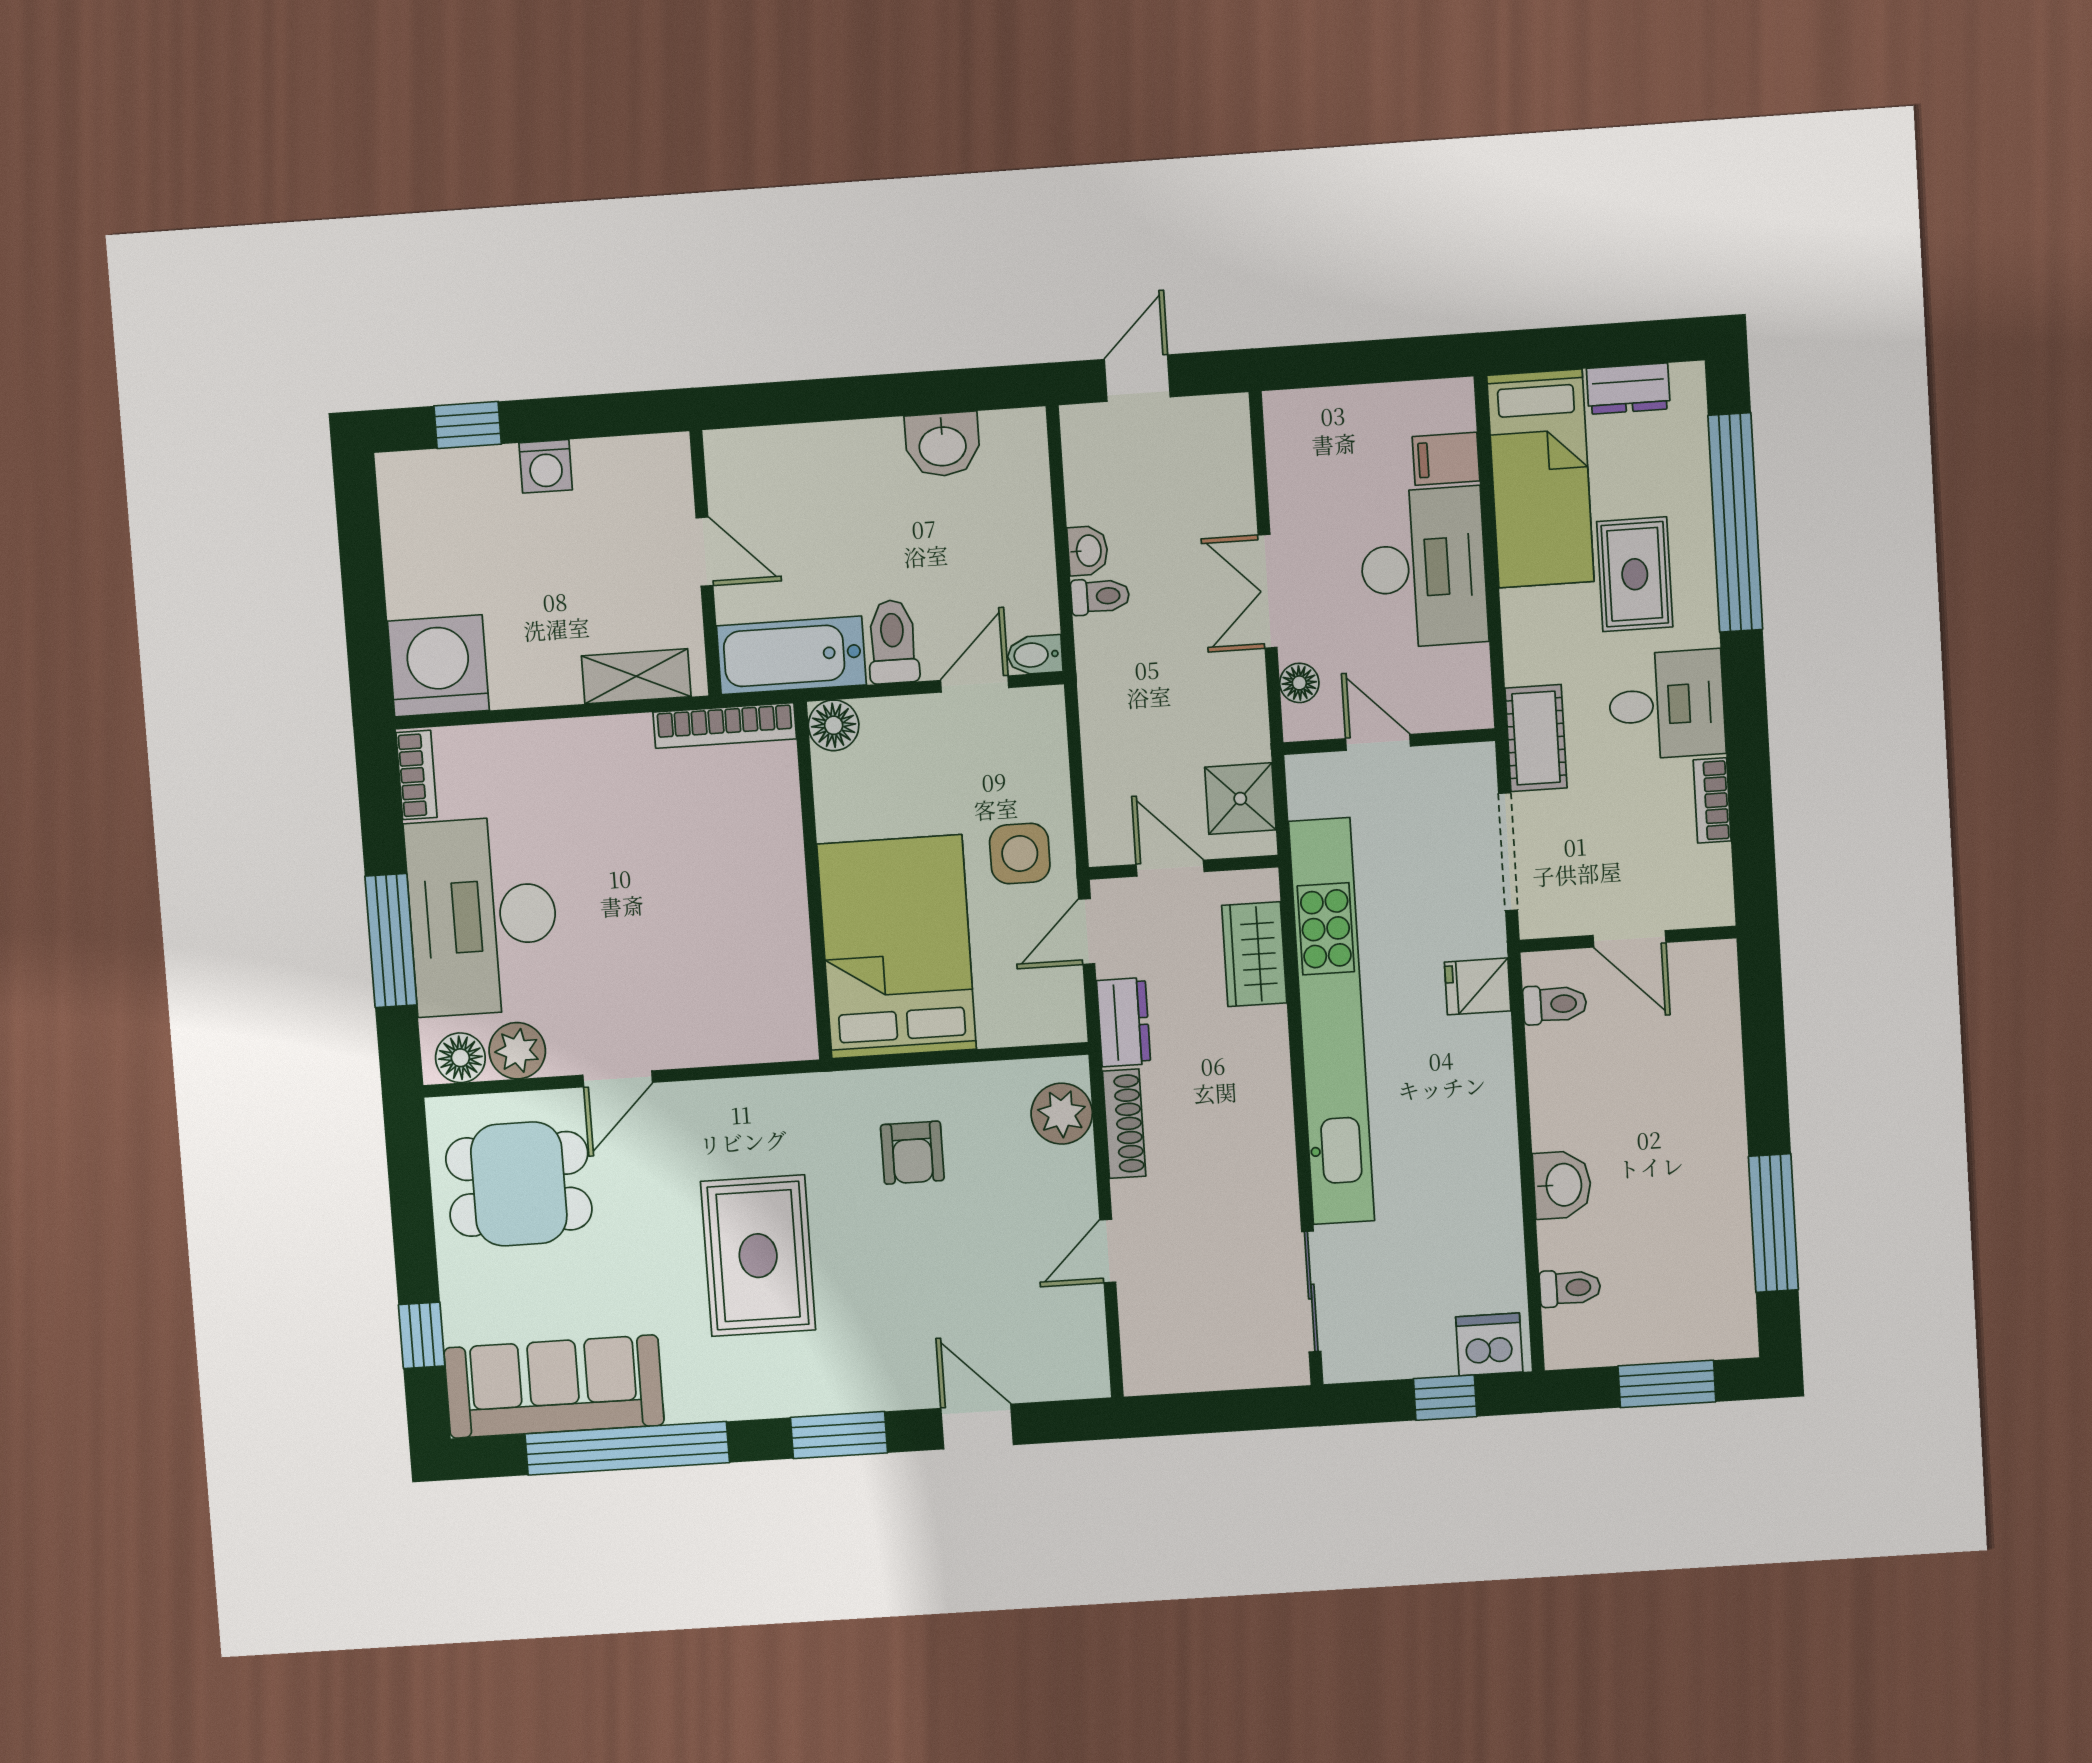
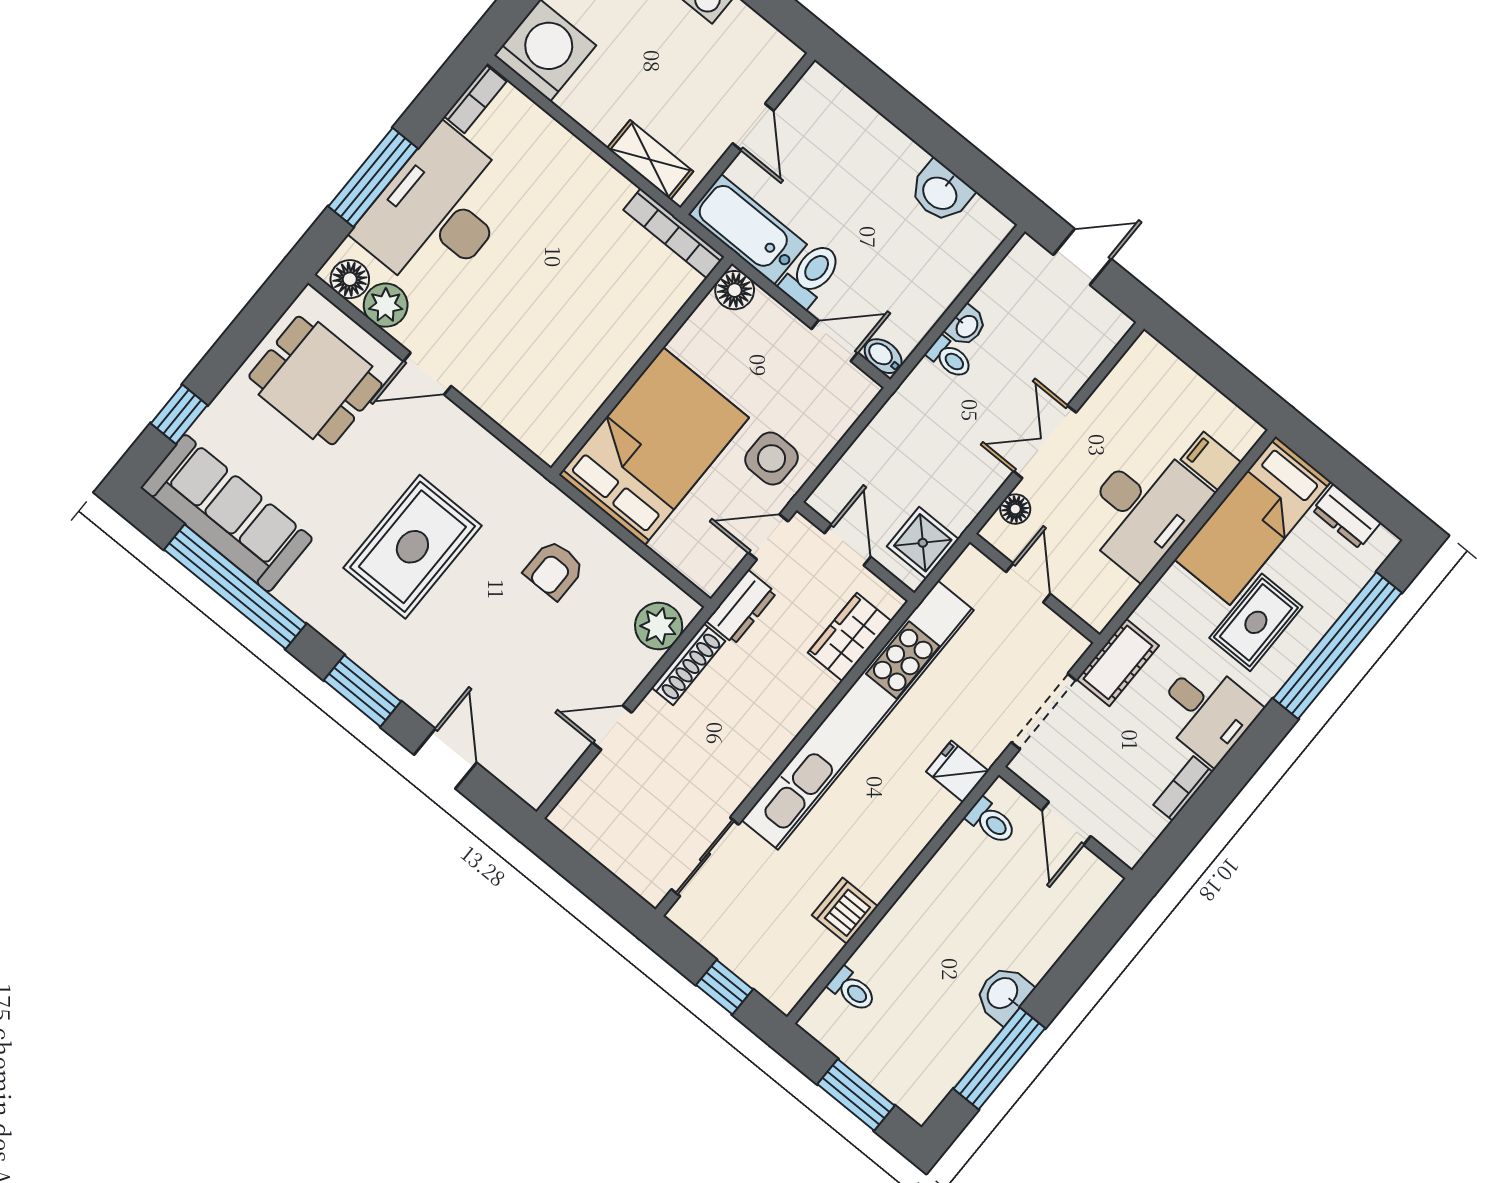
washbasin: (1562, 1185) -> (1003, 994), moved, turned 180
dishwasher: (1489, 1344) -> (845, 911), moved, turned -90

